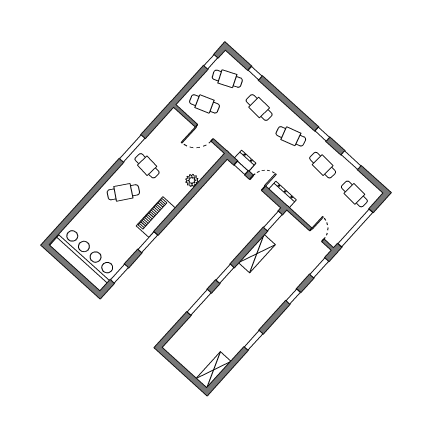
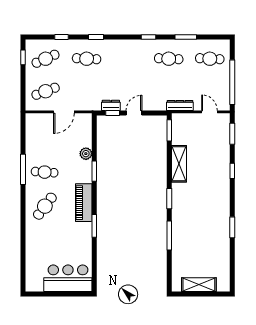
window: (282, 97) -> (96, 37), added
cafe table: (291, 136) -> (128, 59), removed
dresser: (282, 195) -> (180, 105), moved
bar counter: (84, 258) -> (68, 278), width x0.73
window: (119, 274) -> (94, 171), moved
shelving: (213, 370) -> (199, 285), moved, turned 90

